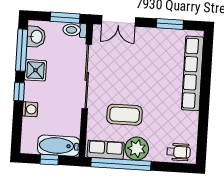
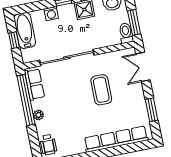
sliding door: (87, 76) -> (67, 58), moved
coffee table: (125, 115) -> (101, 90), moved
bathtub: (59, 146) -> (25, 31), moved
plant: (137, 149) -> (38, 115), width x0.53, depth x0.53

